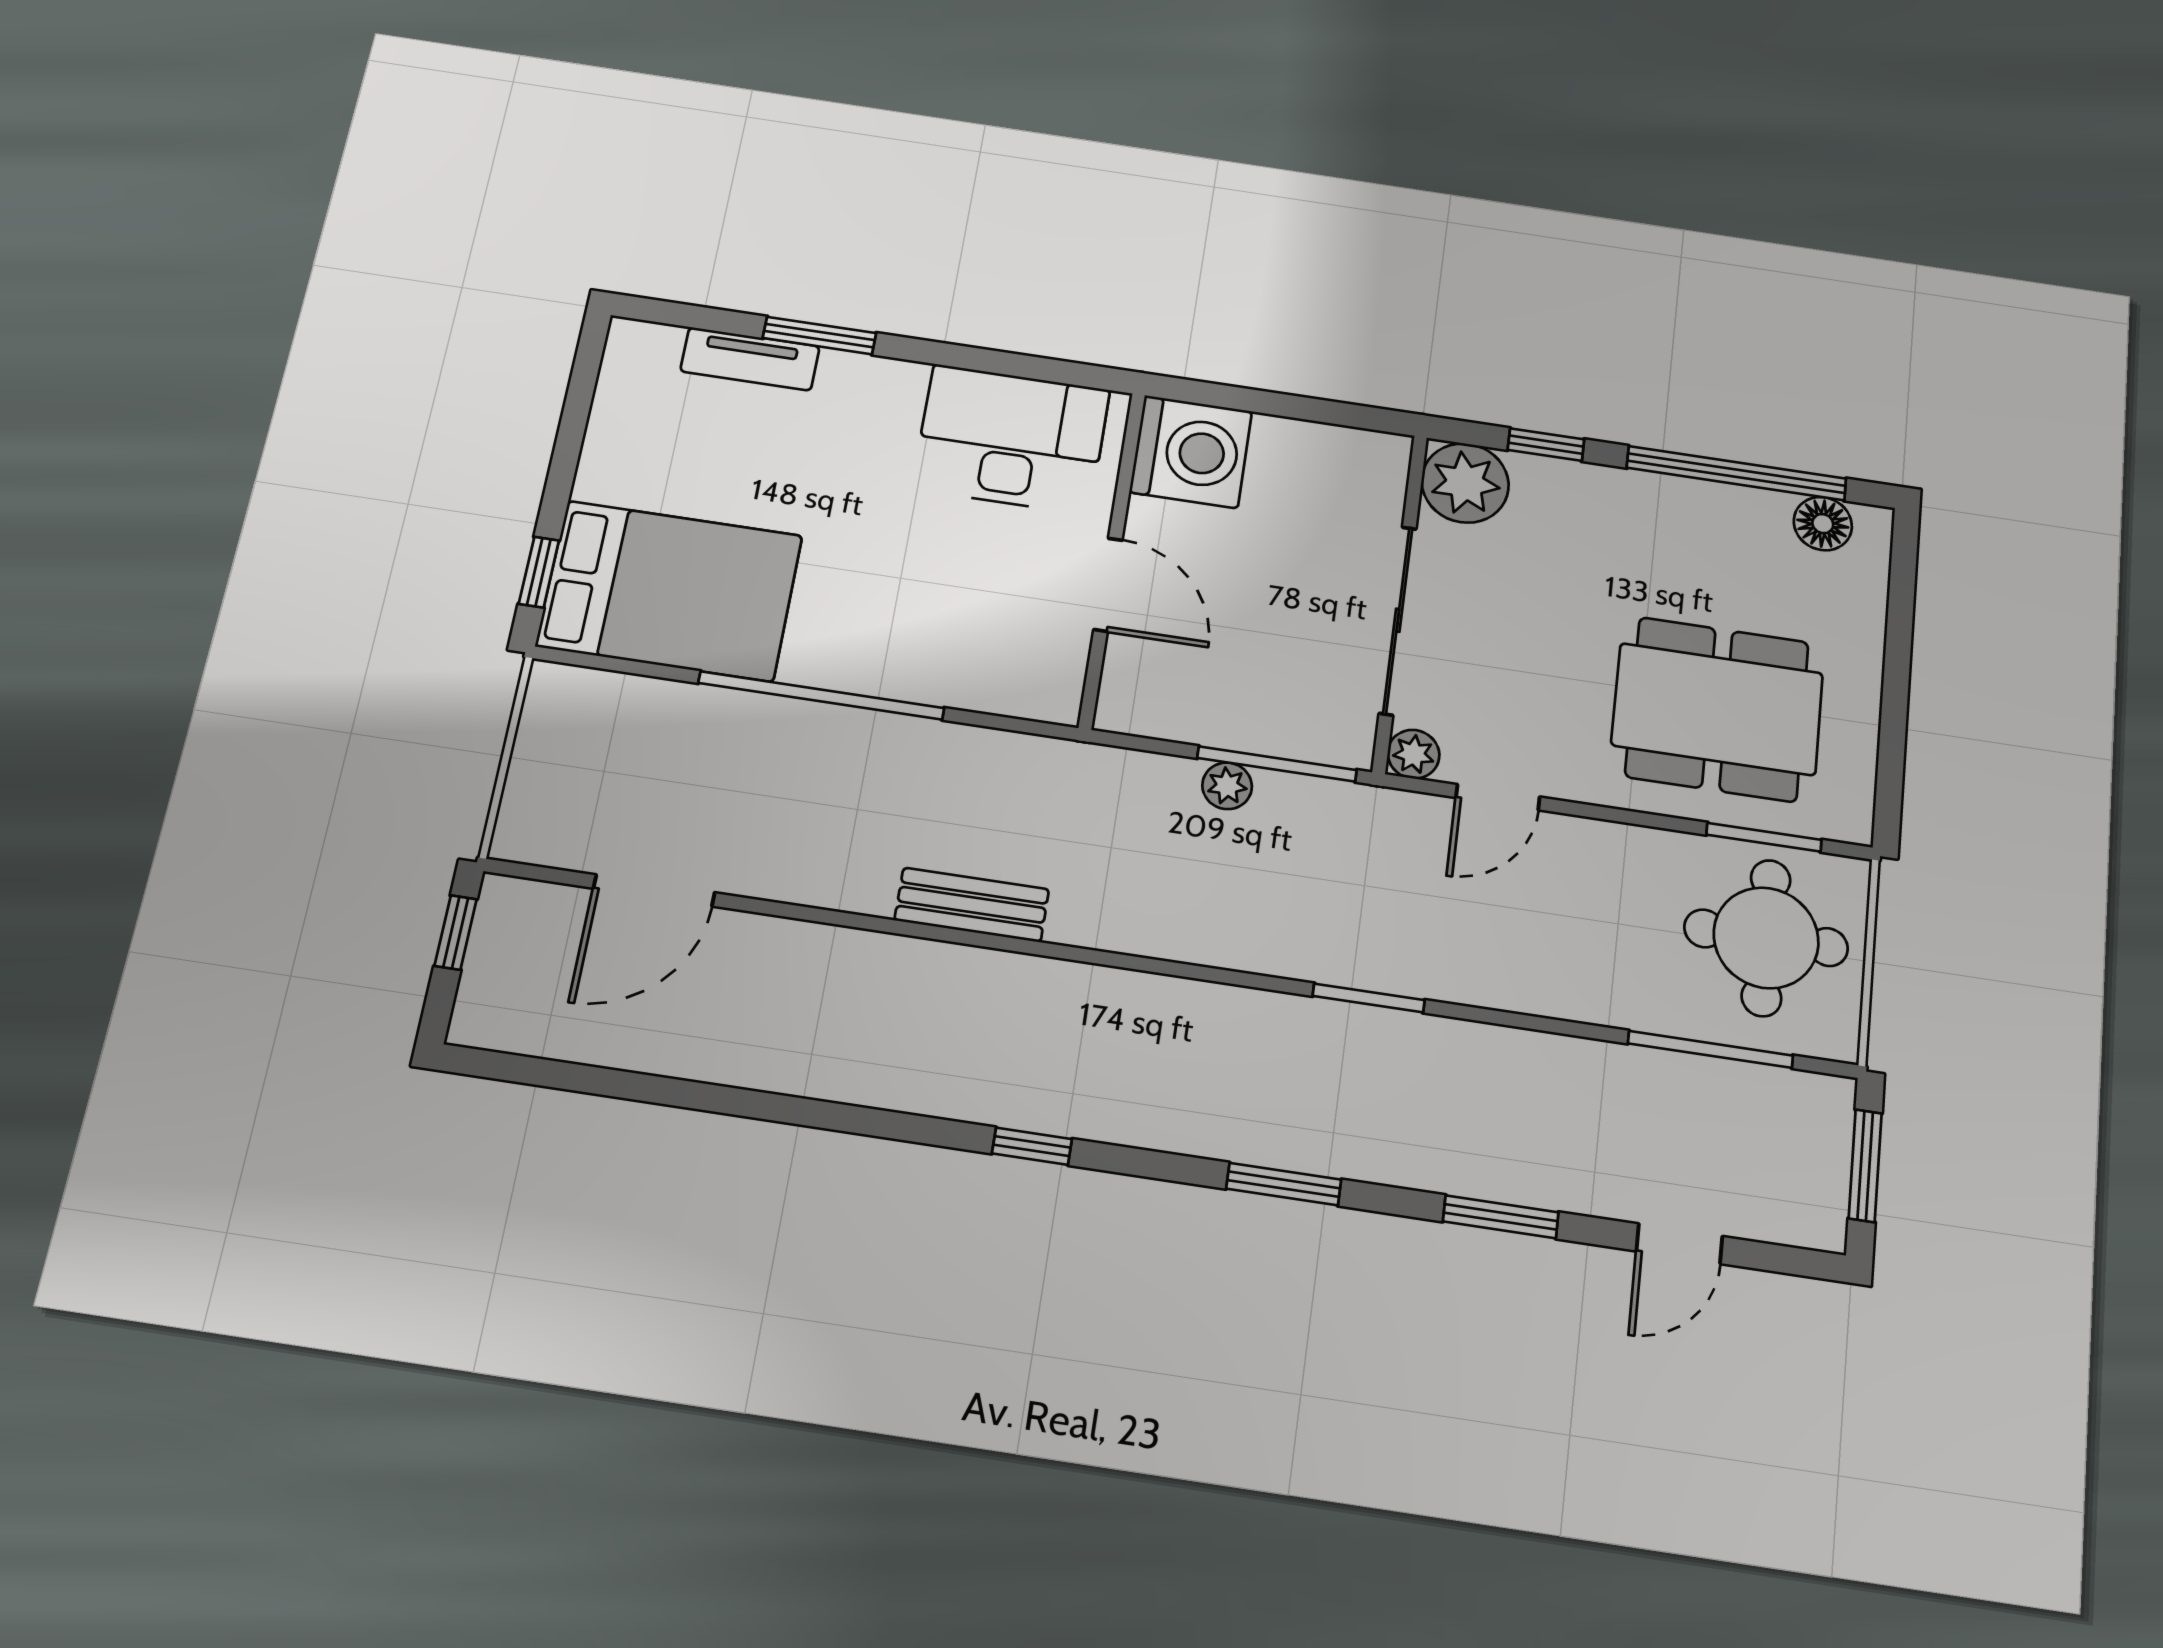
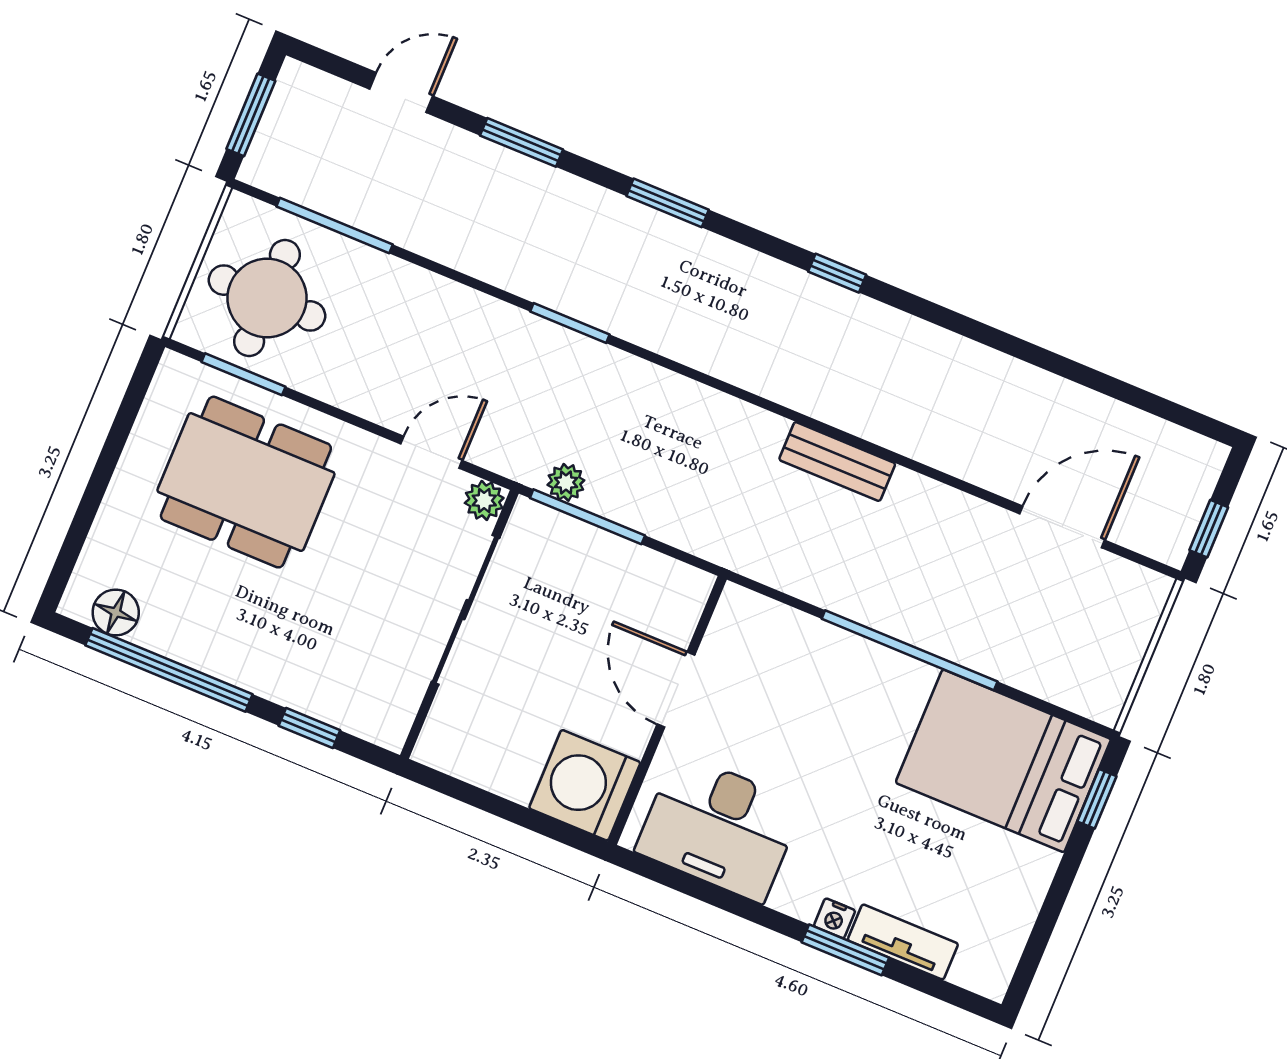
nightstand: (842, 368) -> (835, 918), added
plant: (1465, 483) -> (381, 710), removed
plant: (1227, 786) -> (566, 482), moved

